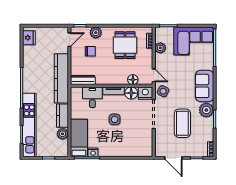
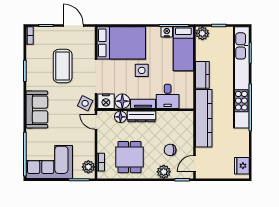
plant: (160, 48) -> (88, 167), moved
dresser: (83, 80) -> (141, 116), moved
plant: (206, 110) -> (35, 81), removed
kitchen unit: (29, 125) -> (241, 77), width x1.36
plant: (63, 134) -> (202, 33), moved
bed: (132, 143) -> (121, 43), added

